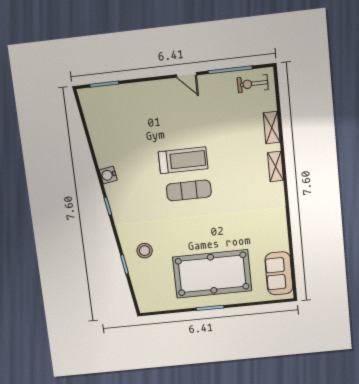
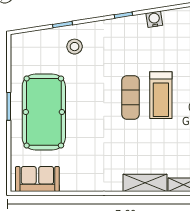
shelving: (275, 167) -> (145, 183), width x1.50, depth x1.33

